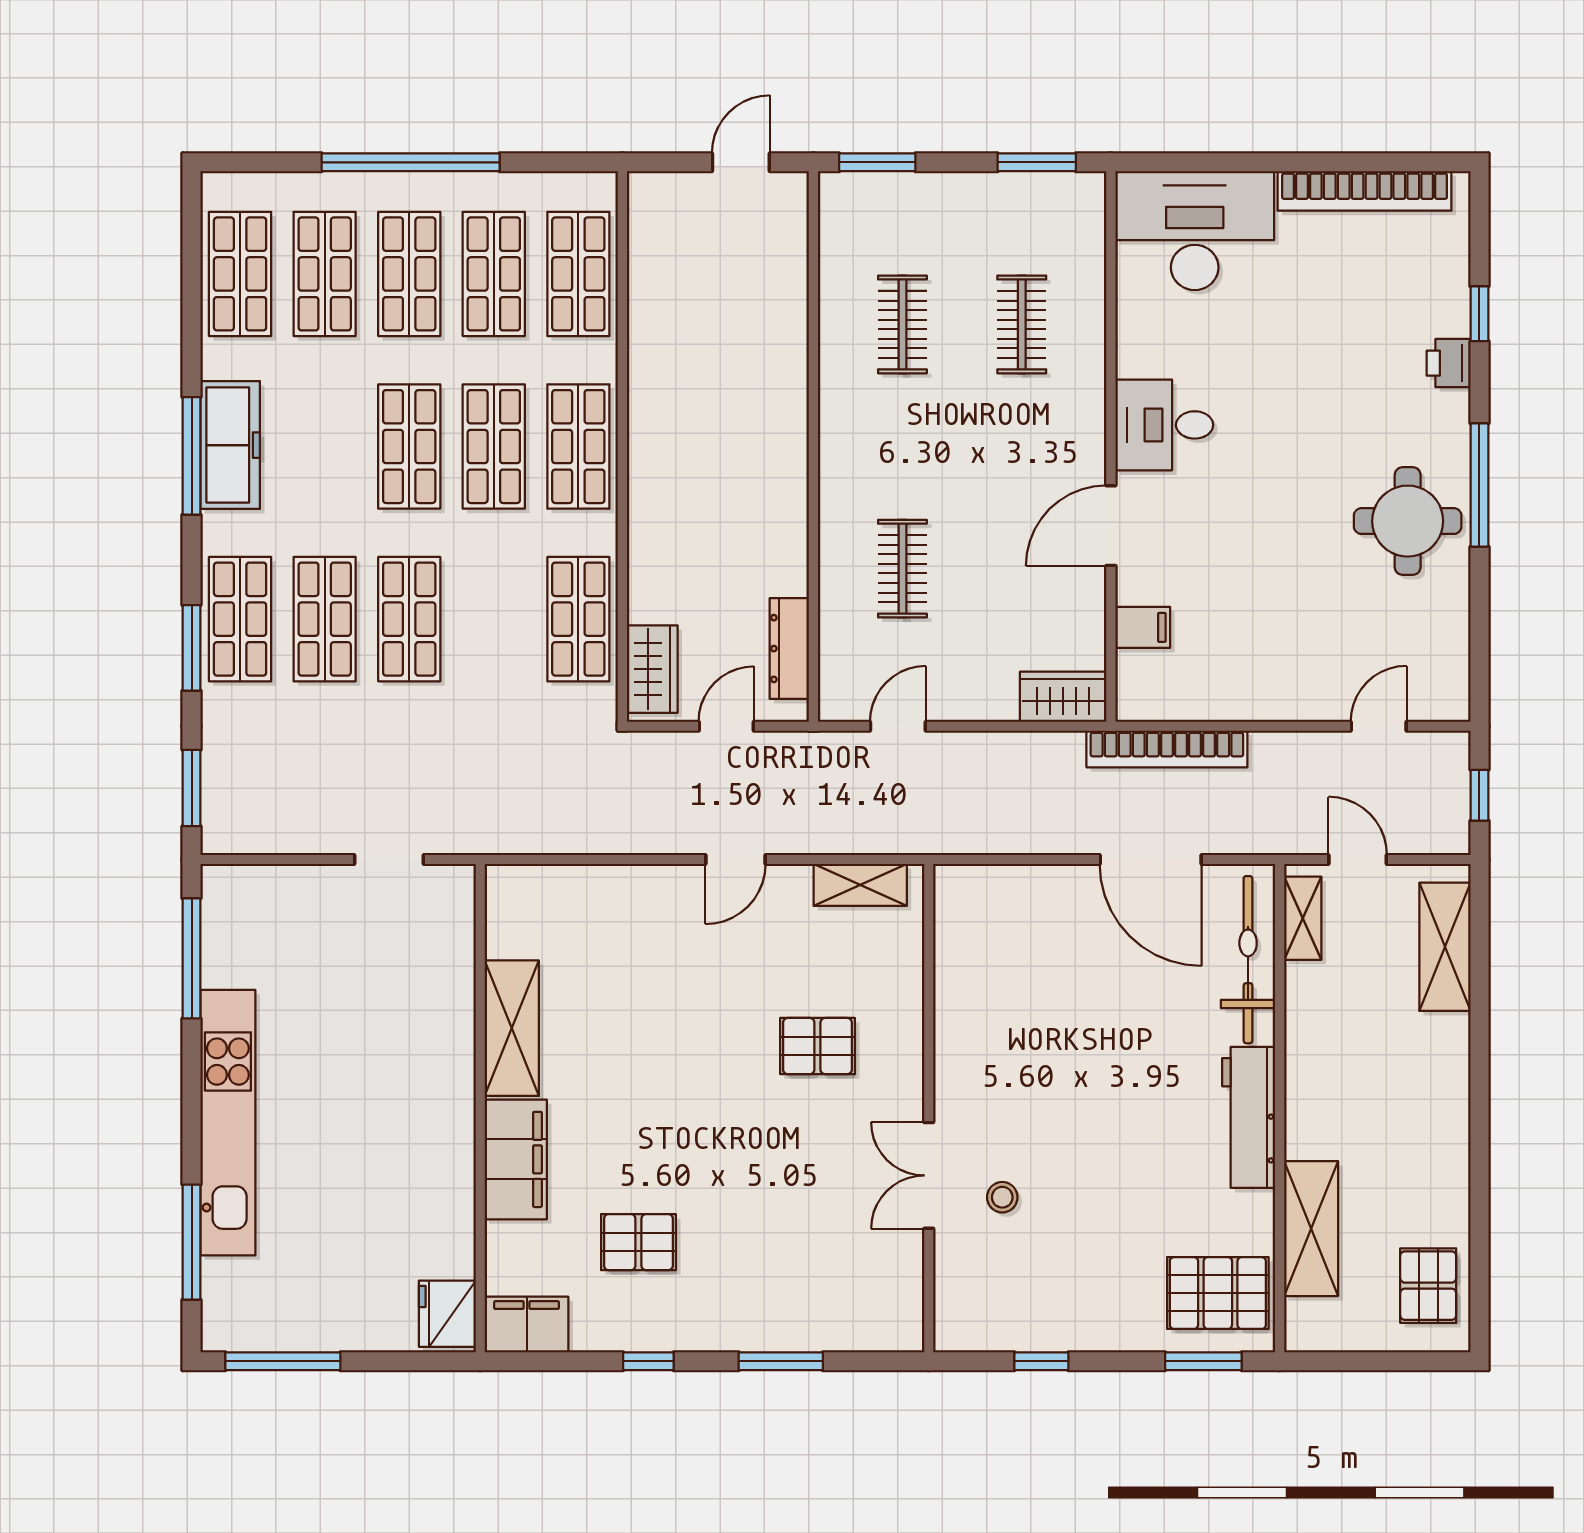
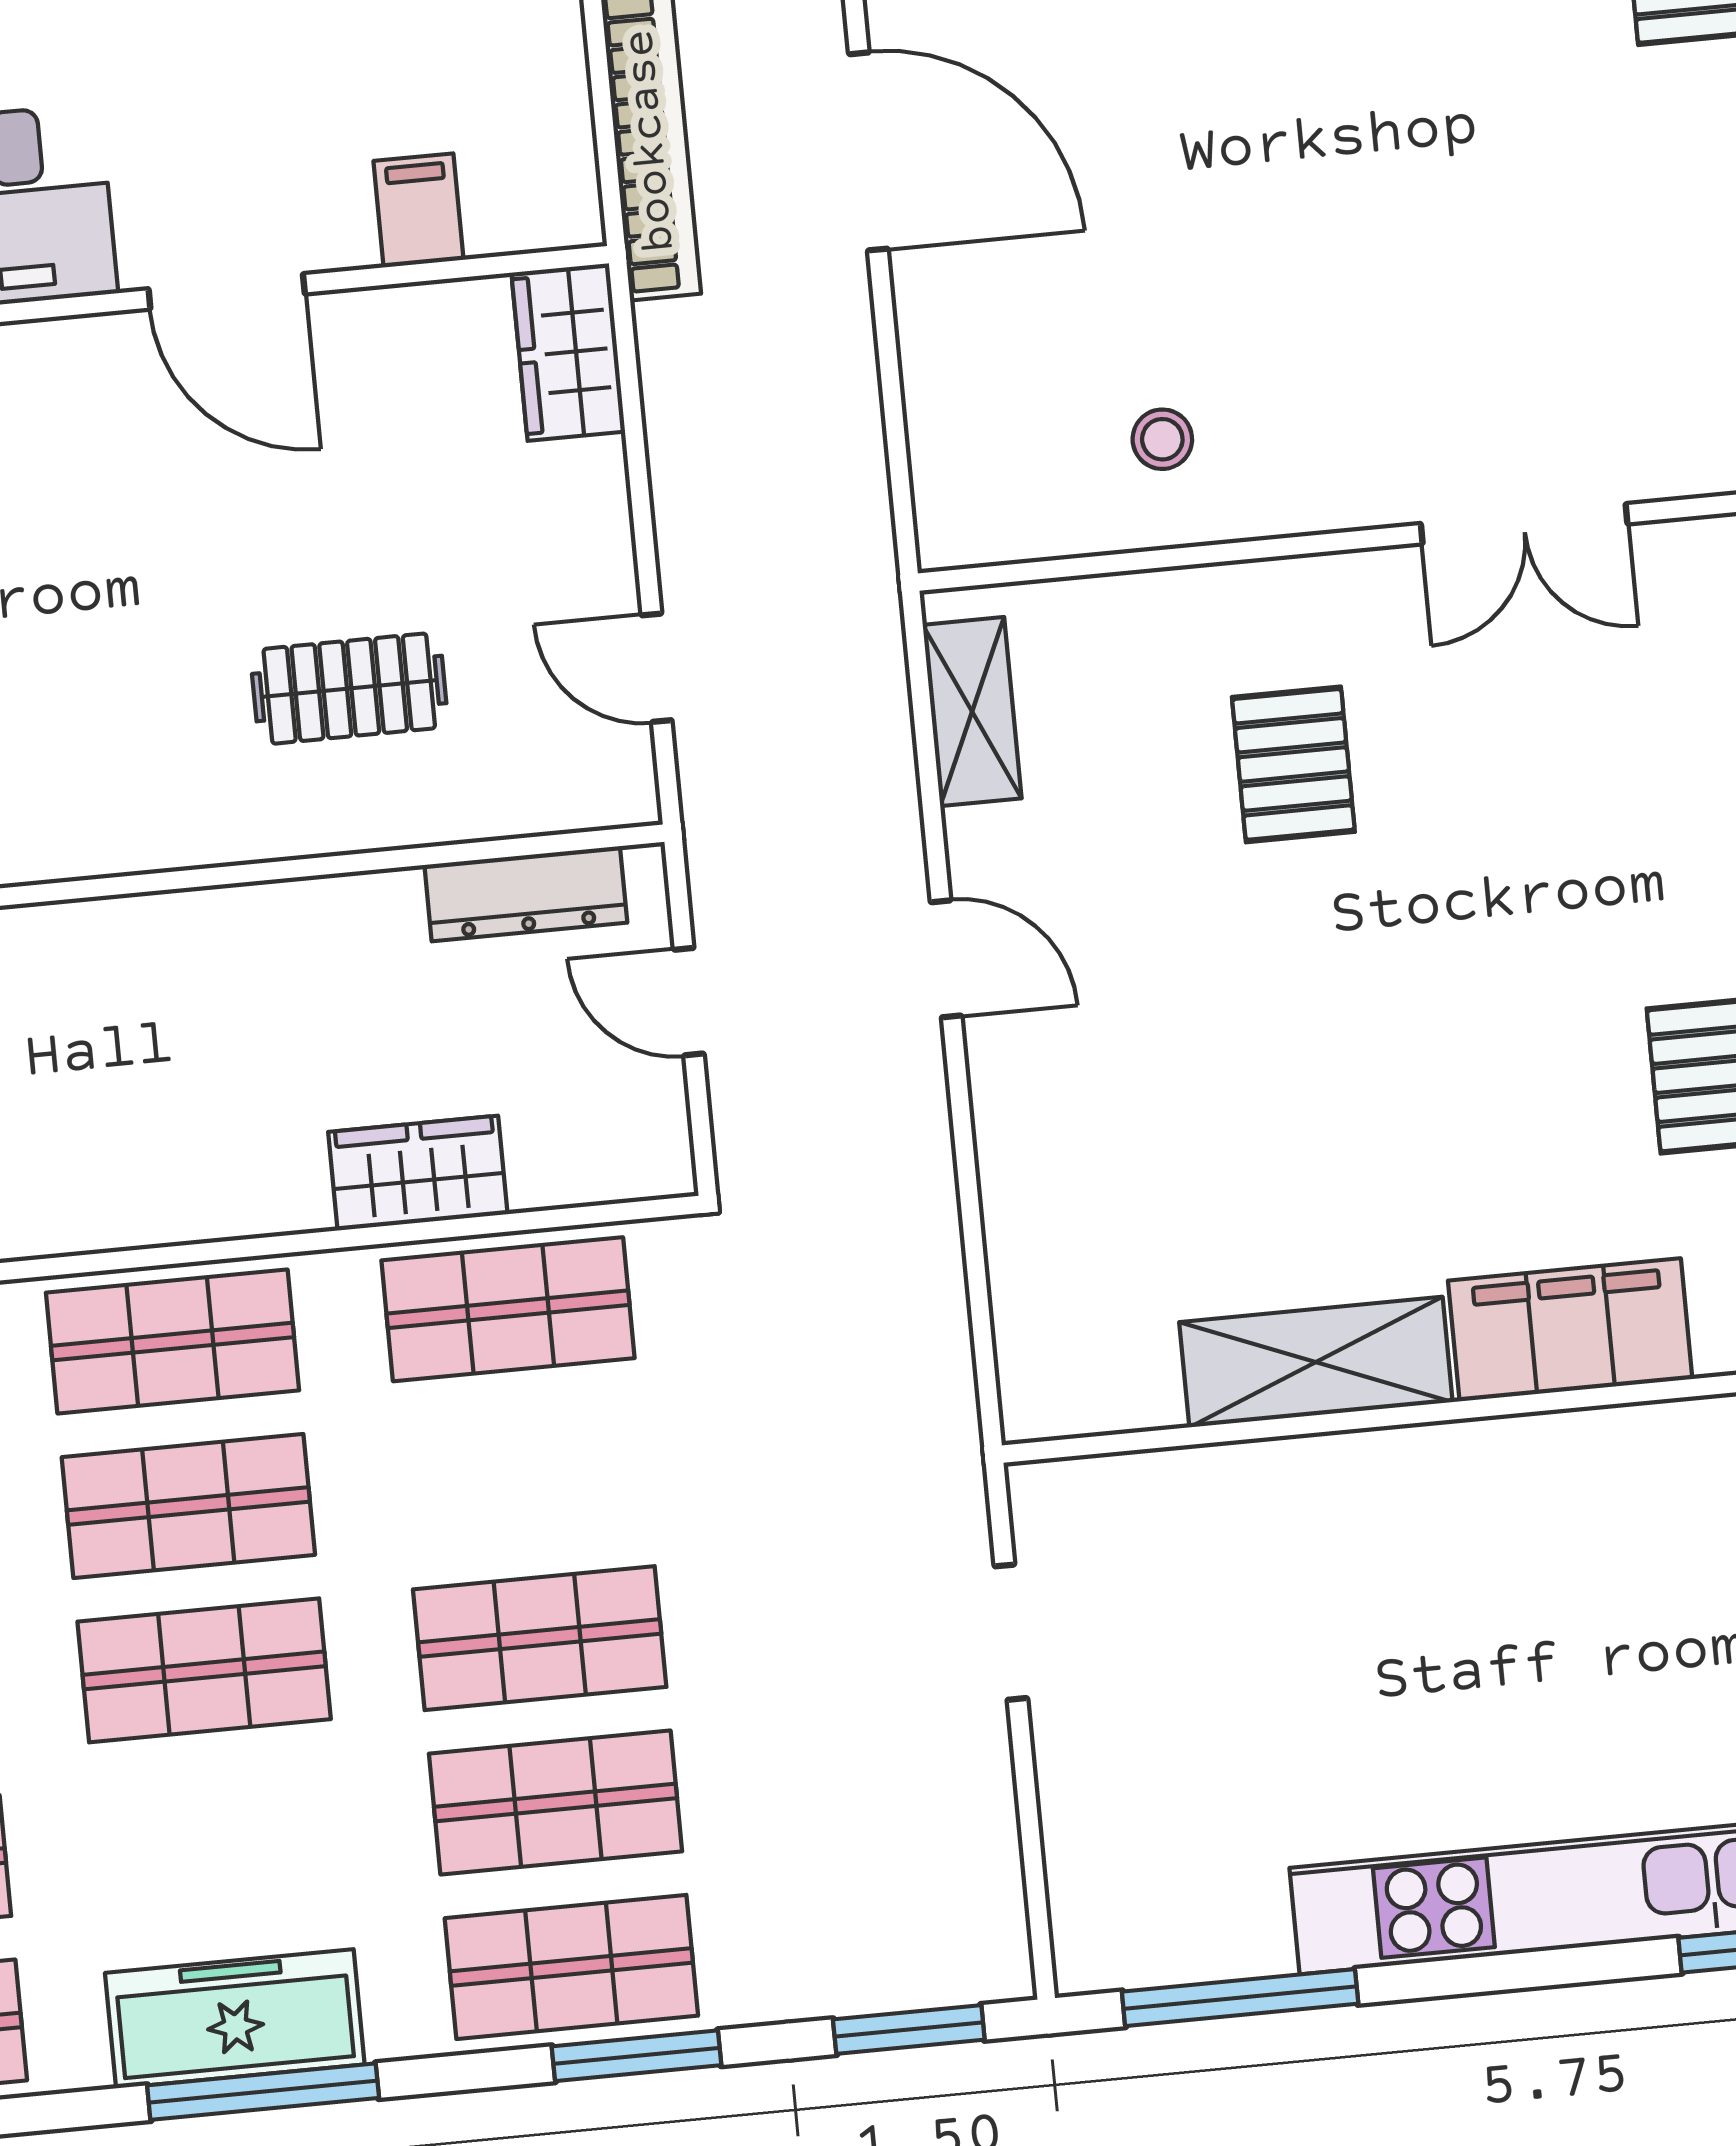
wardrobe: (652, 669) -> (418, 1173), moved
door: (1151, 860) -> (868, 151), hinge flipped
stool: (1002, 1197) -> (1162, 439), moved

